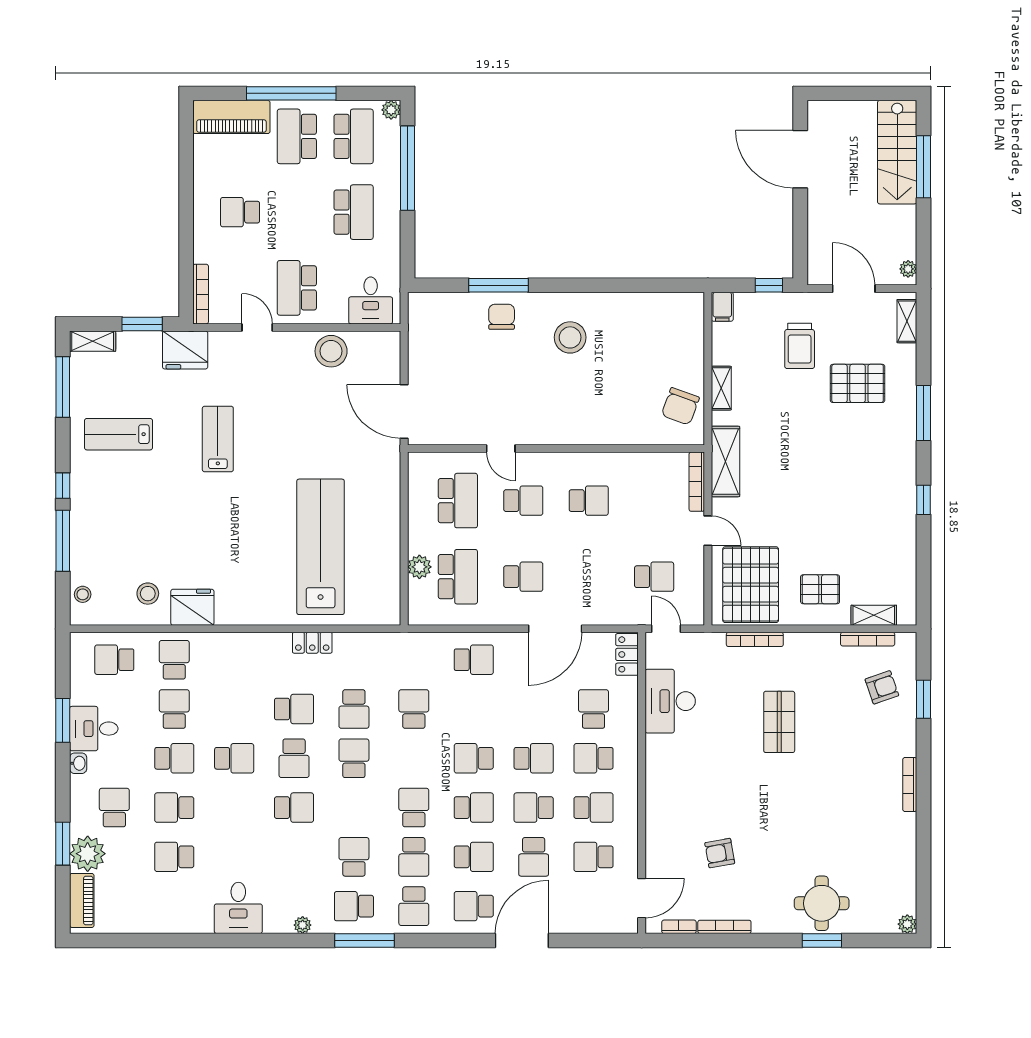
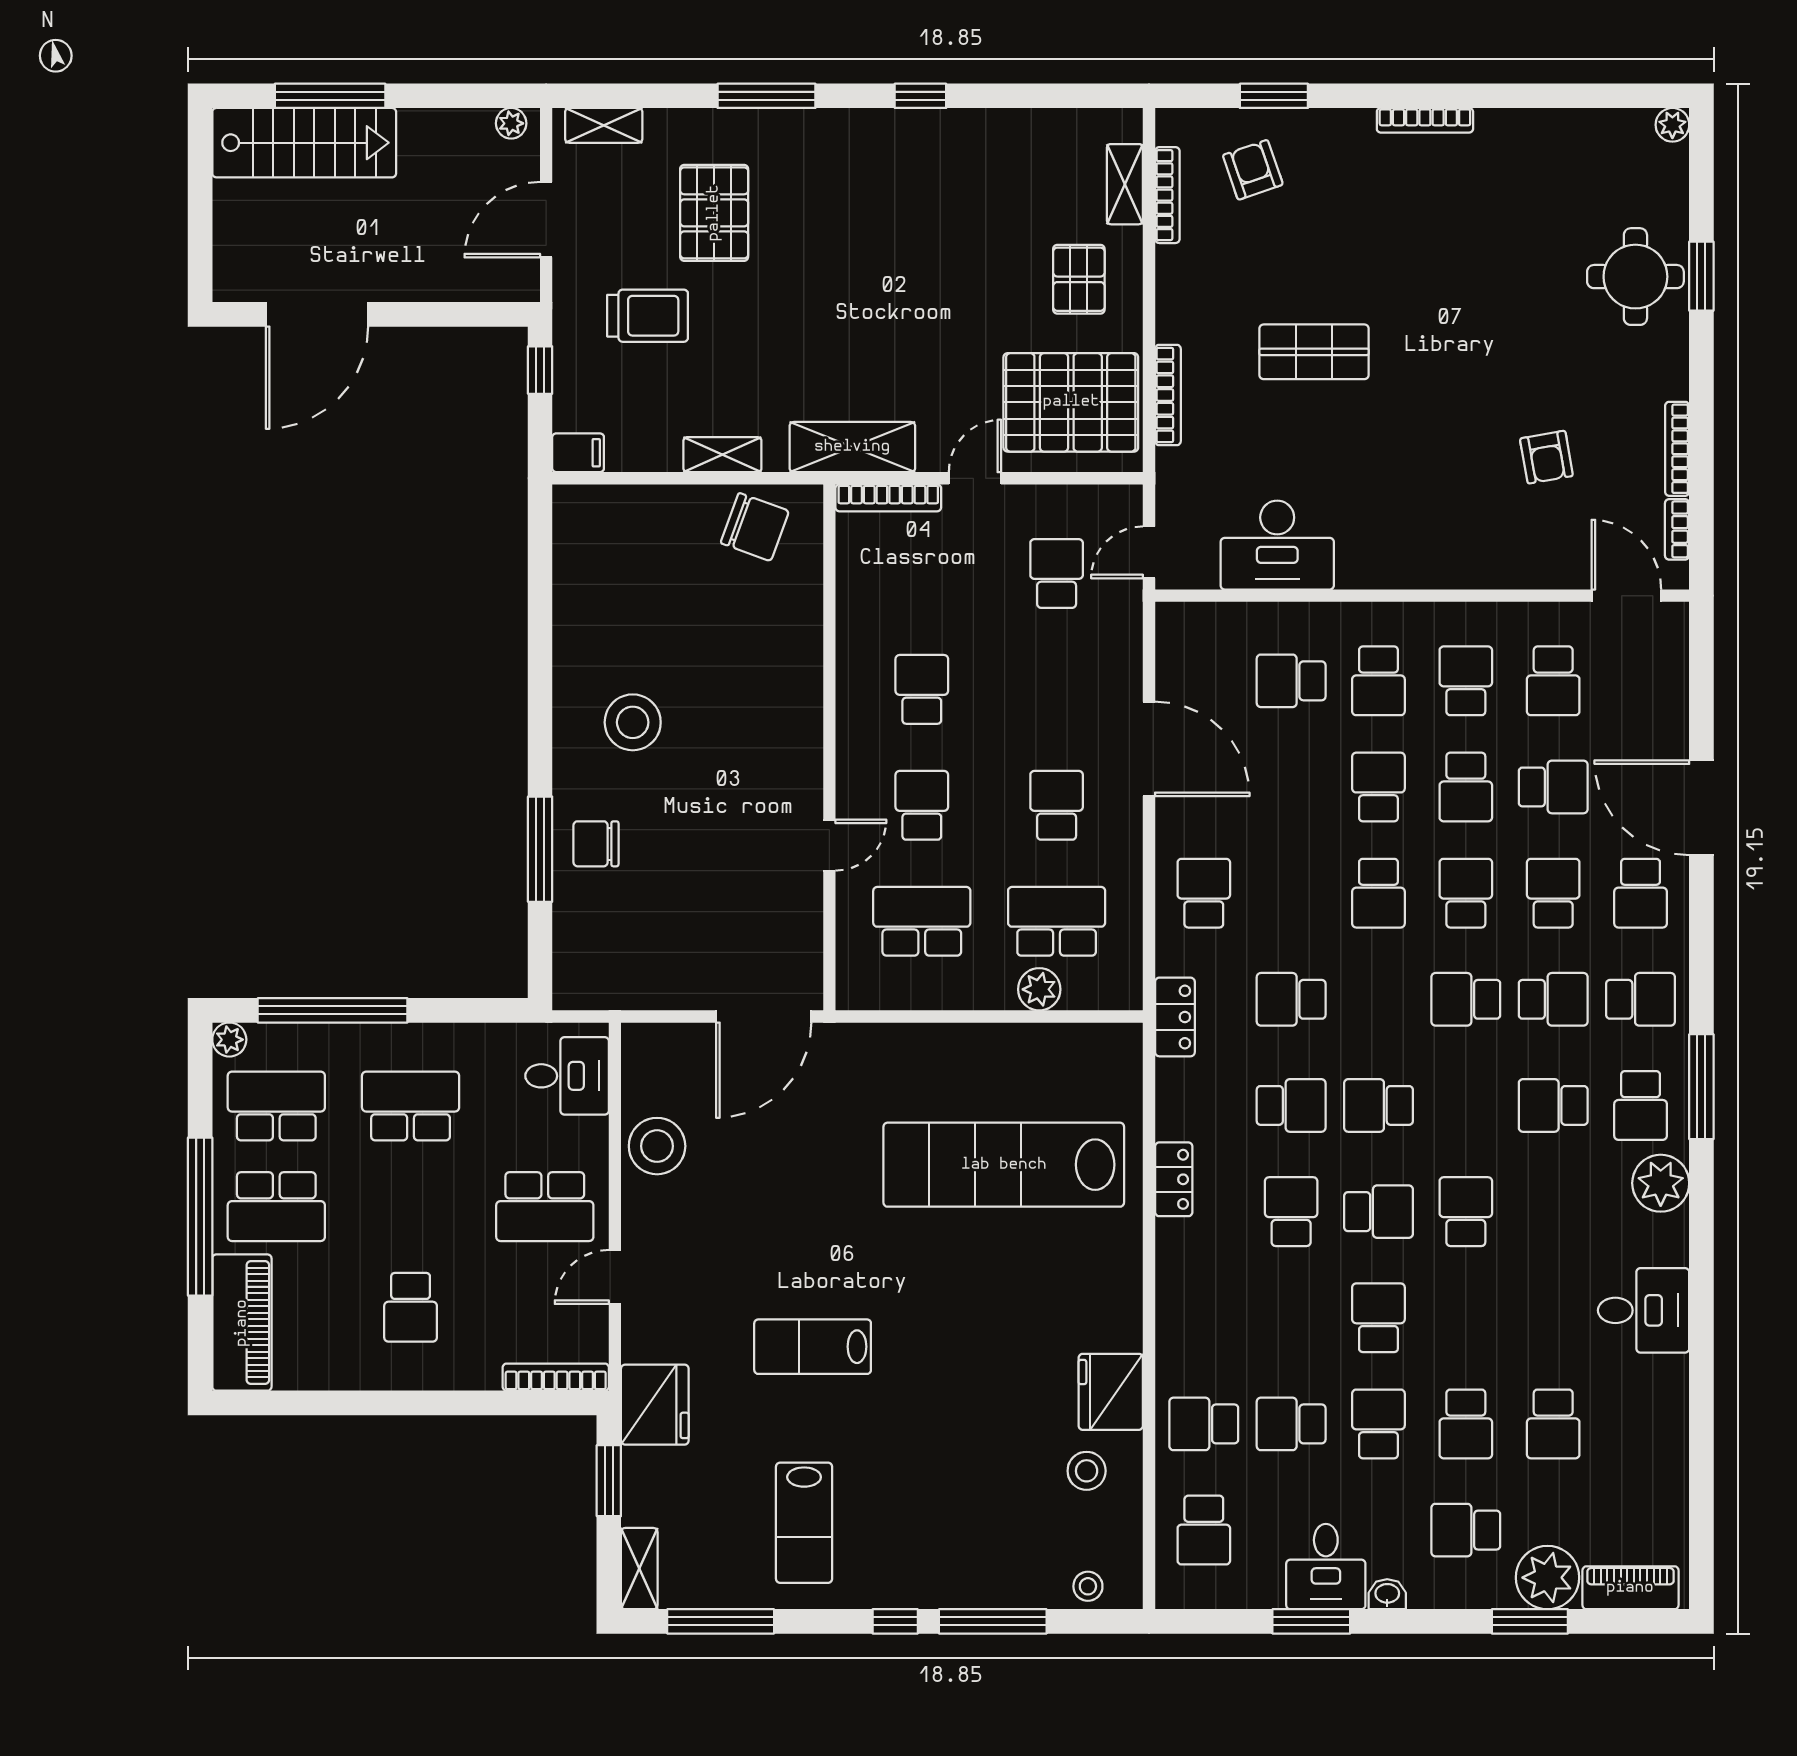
locker: (627, 654) -> (1175, 1017), moved, turned -90
plant: (303, 925) -> (1661, 1183), width x1.88, depth x1.88

